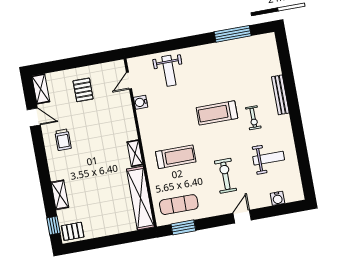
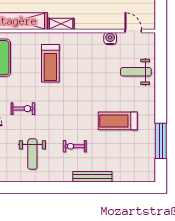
treadmill: (217, 113) -> (118, 121), moved, turned -90
exercise bike: (225, 176) -> (23, 109), width x0.73, depth x0.72

